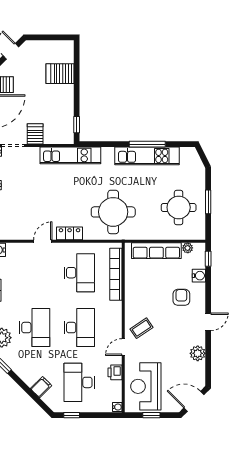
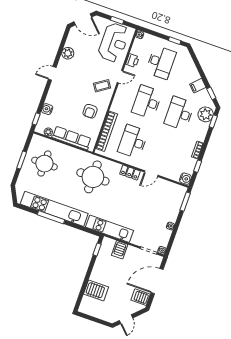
server rack: (35, 134) -> (120, 250), moved
kitchen unit: (147, 156) -> (54, 209), width x1.36
armchair: (181, 297) -> (90, 111), moved
filing cabinet: (41, 387) -> (198, 86), moved

